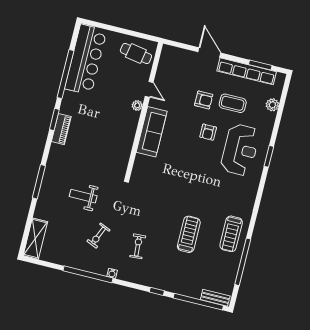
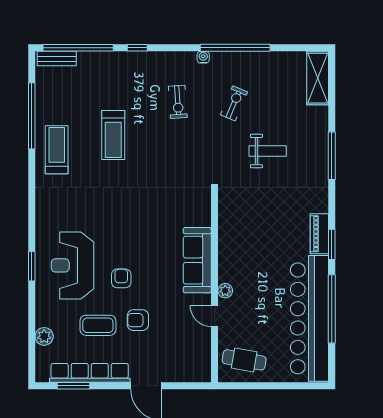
bar counter: (86, 60) -> (309, 318), width x1.36

